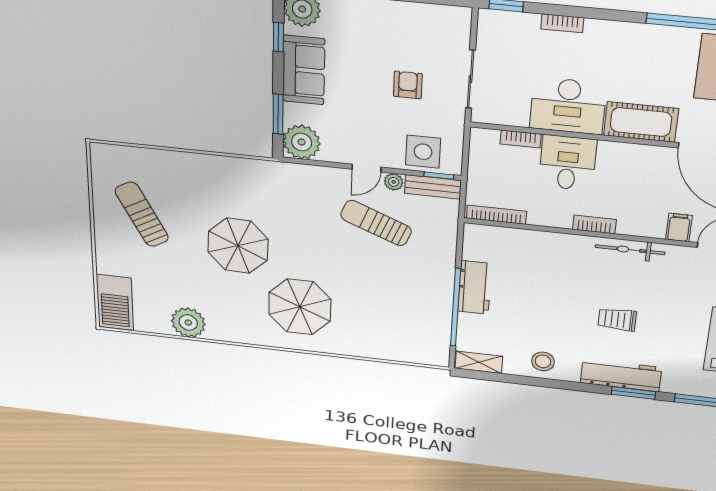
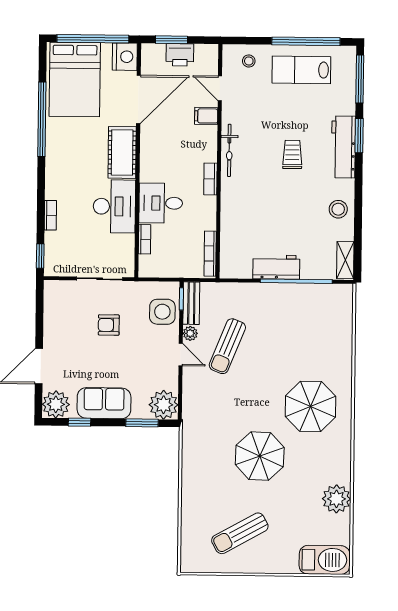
trolley: (617, 319) -> (292, 154), turned 180

